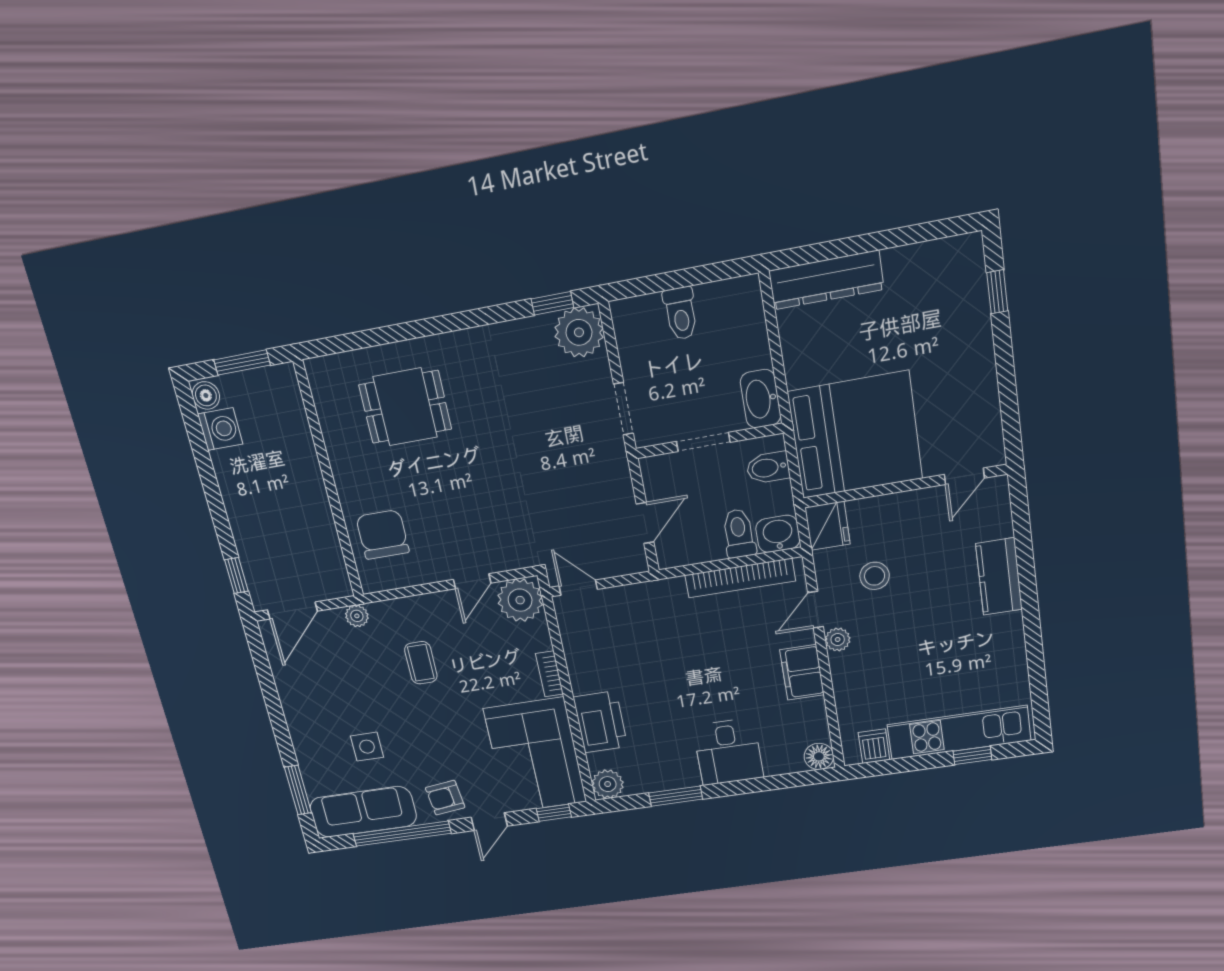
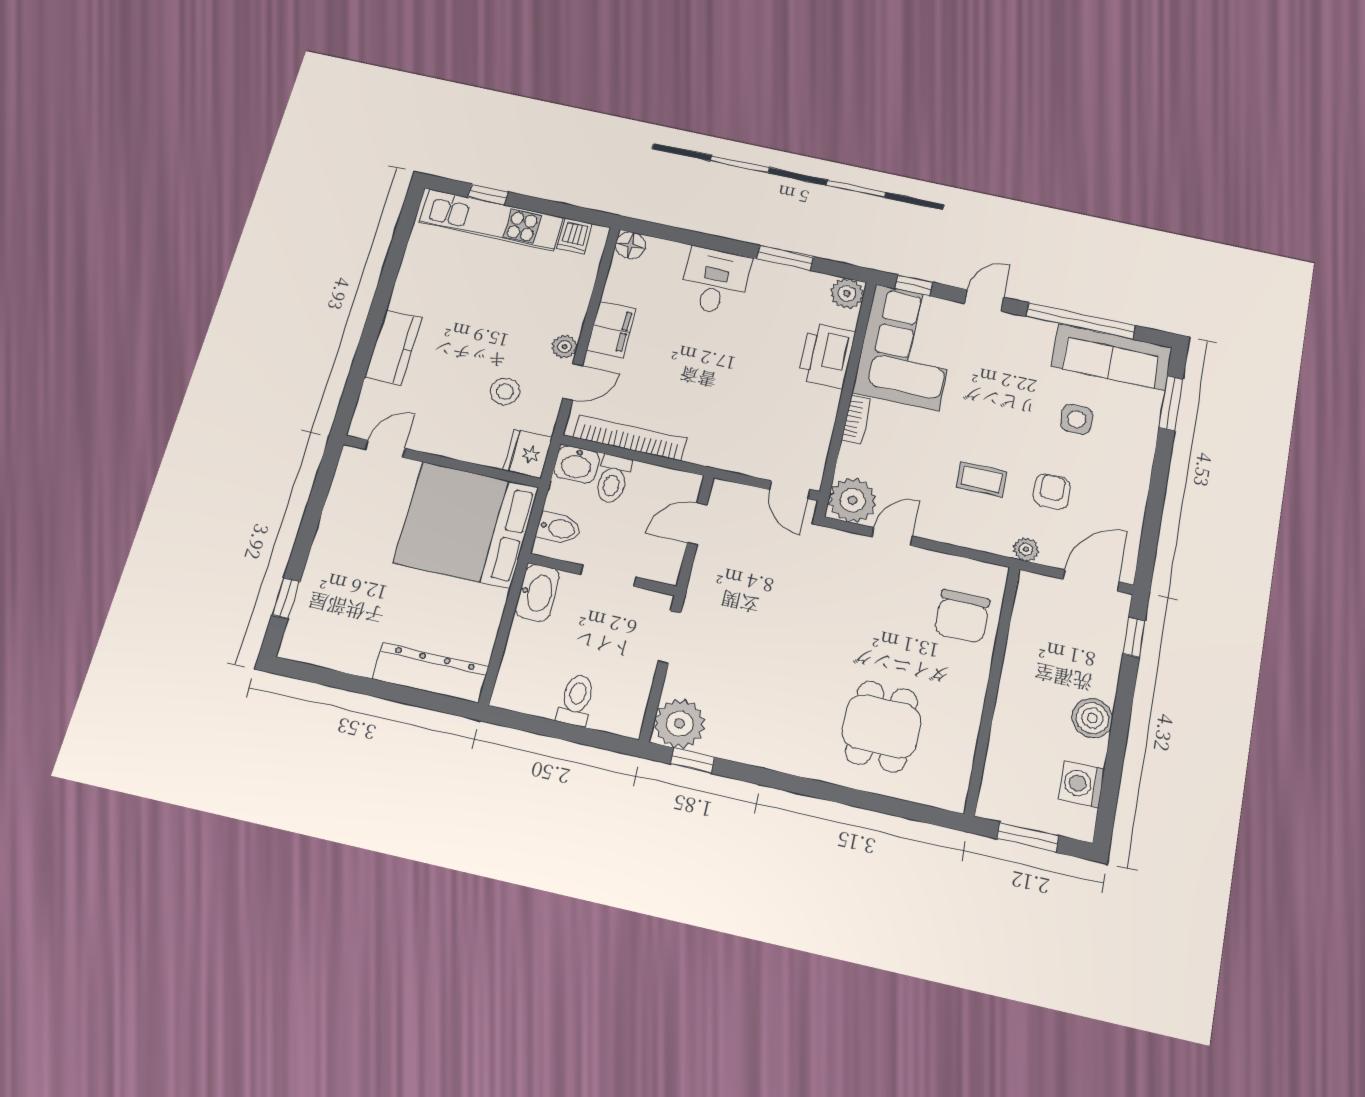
boiler: (206, 395) -> (1092, 718), moved, width x1.36, depth x1.36
dining table: (405, 407) -> (882, 726), turned 90
coffee table: (421, 663) -> (981, 479), turned 90
armchair: (445, 798) -> (1052, 492), moved, turned -83

